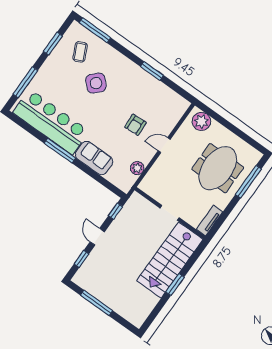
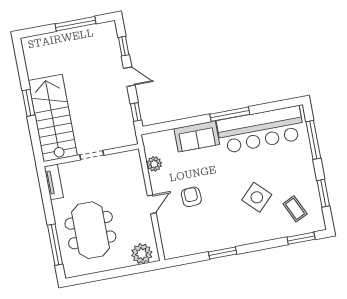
window: (95, 30) -> (301, 238), width x0.69

